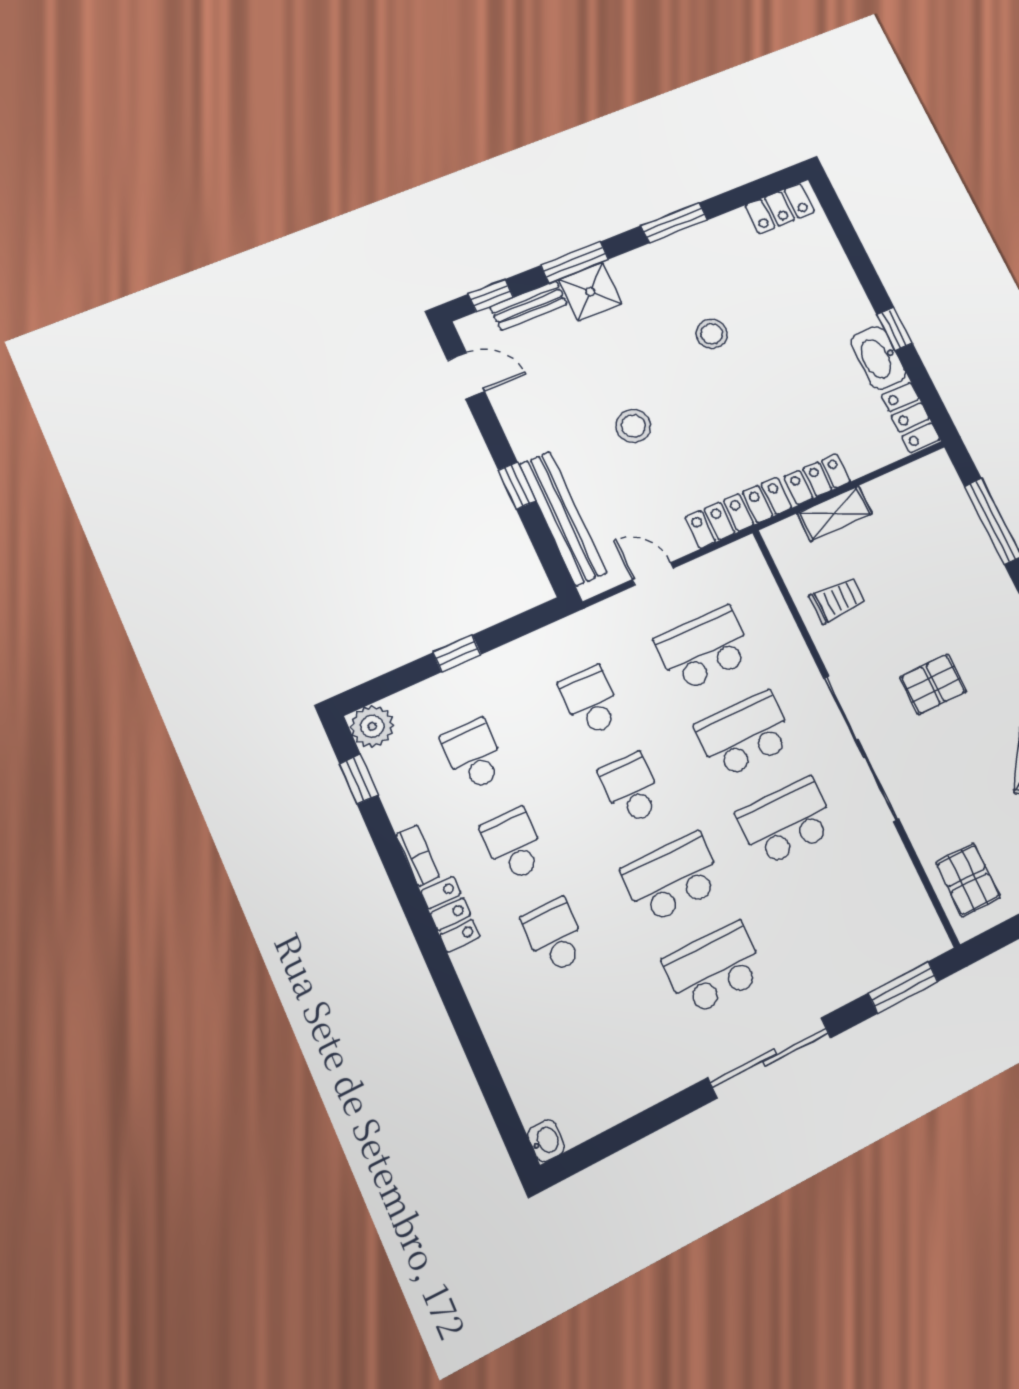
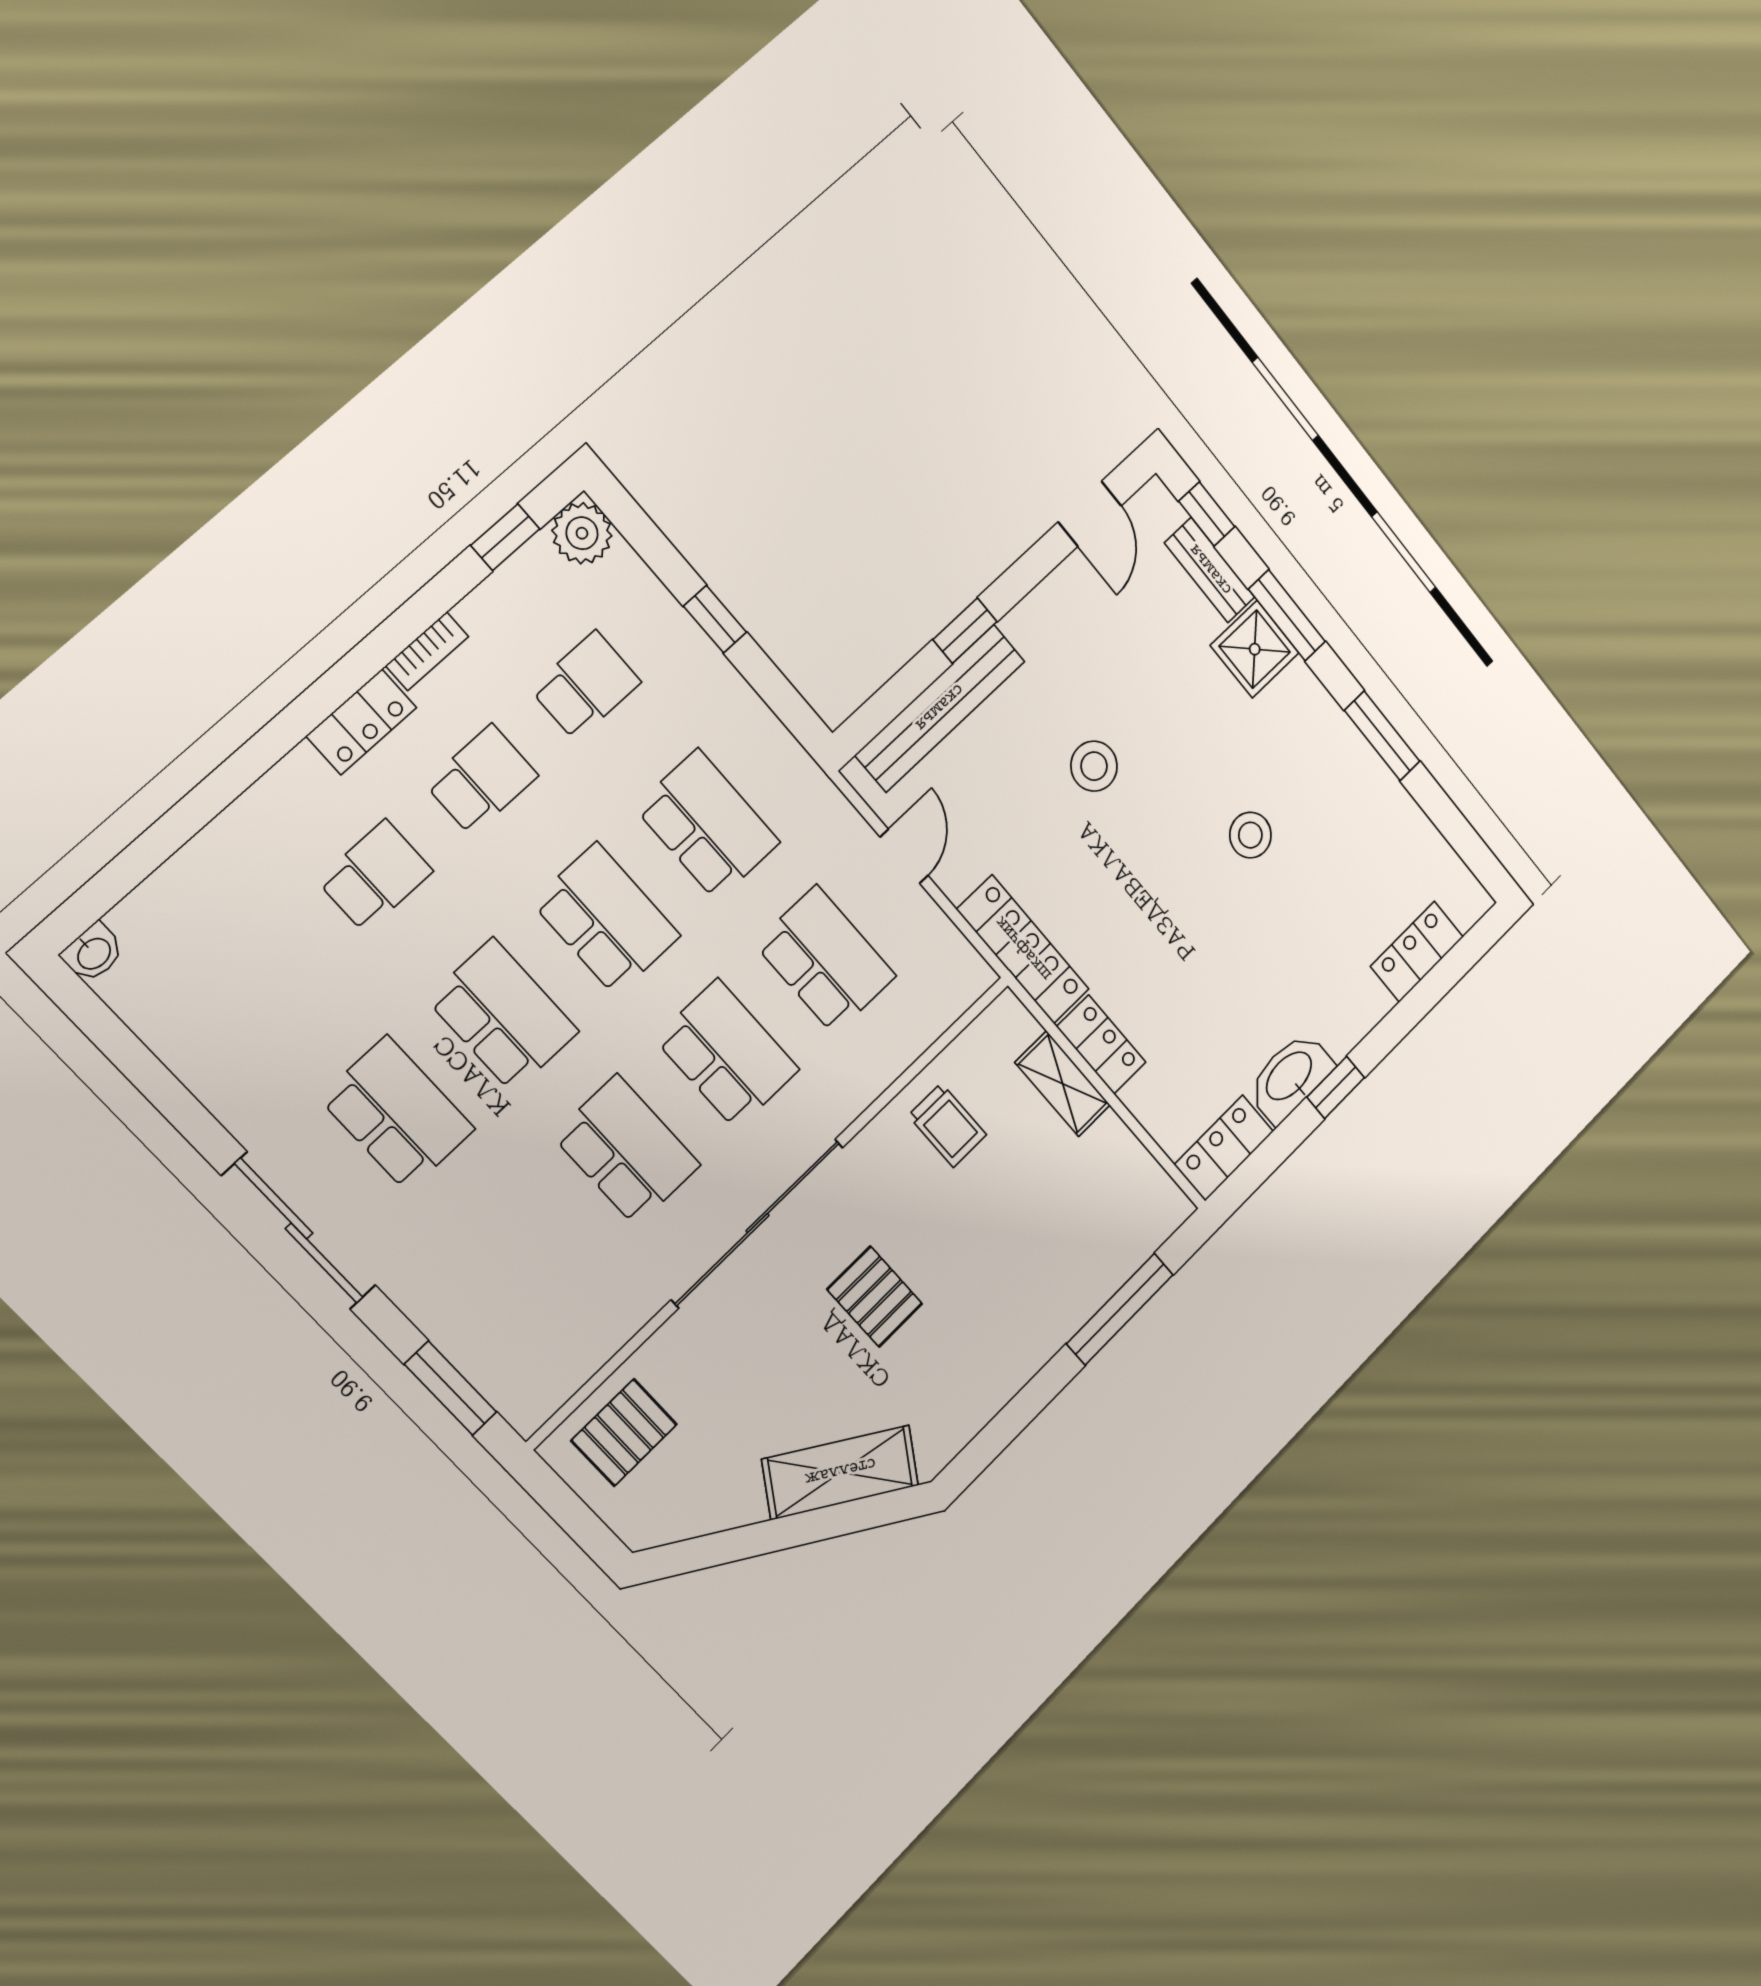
locker: (780, 209) -> (1417, 952), moved, turned 90
school desk: (591, 701) -> (707, 825), width x1.85
school desk: (631, 789) -> (606, 919), width x1.85

